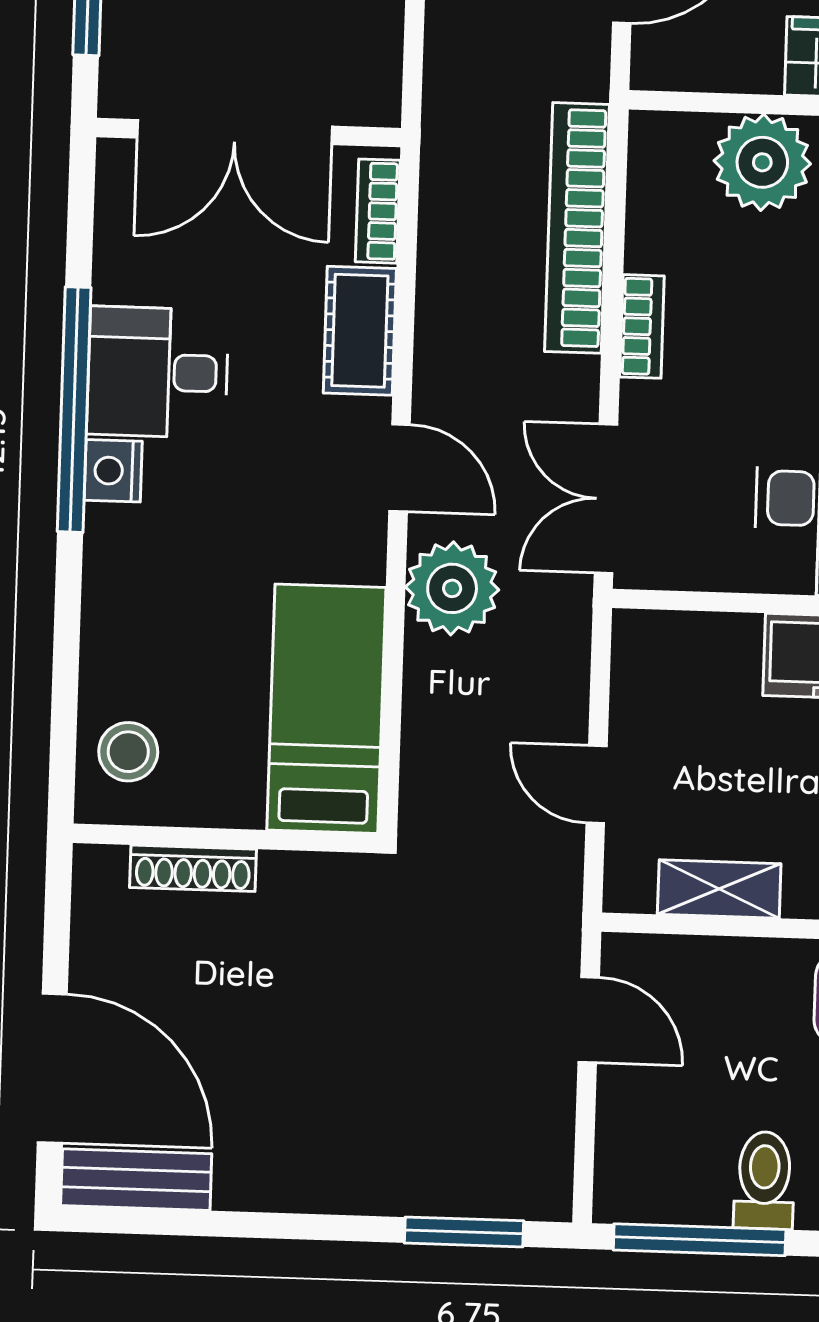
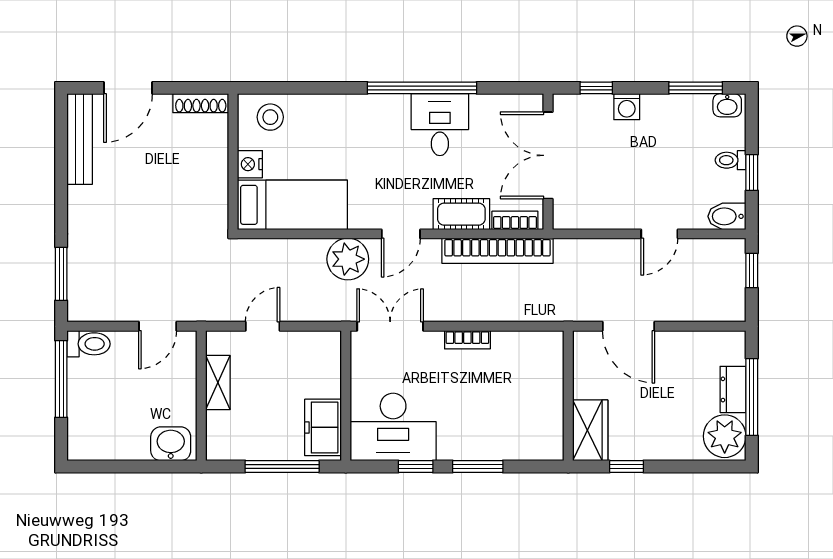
plant: (762, 162) -> (542, 391), removed
bookcase: (577, 228) -> (498, 251), moved, turned 180
nightstand: (113, 471) -> (250, 164), moved, turned -90
shoe rack: (193, 868) -> (201, 103), moved, turned -90
door: (52, 1068) -> (128, 88), width x0.73
bench: (136, 1180) -> (80, 139), width x1.36
toilet: (764, 1180) -> (89, 344), moved

